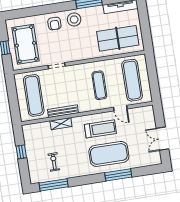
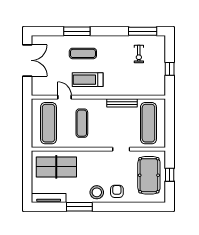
shelving: (61, 124) -> (126, 91), removed
double door: (162, 139) -> (27, 60), width x1.37
exercise mat: (109, 154) -> (83, 53), width x0.50, depth x0.69

